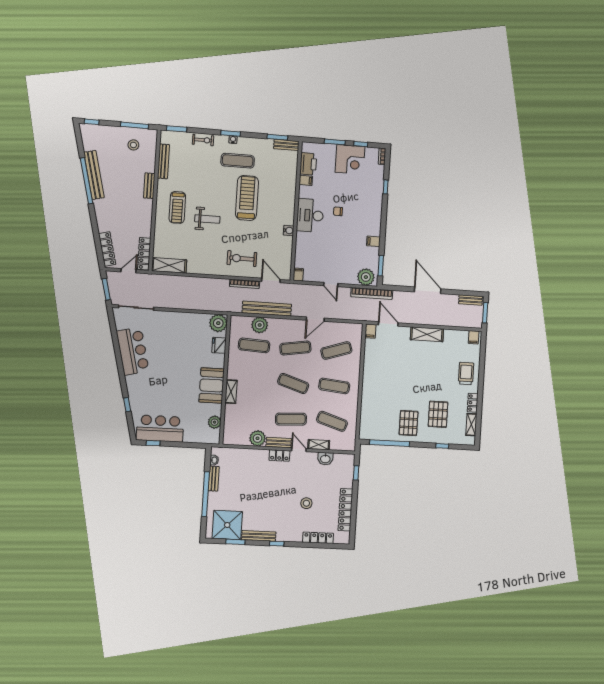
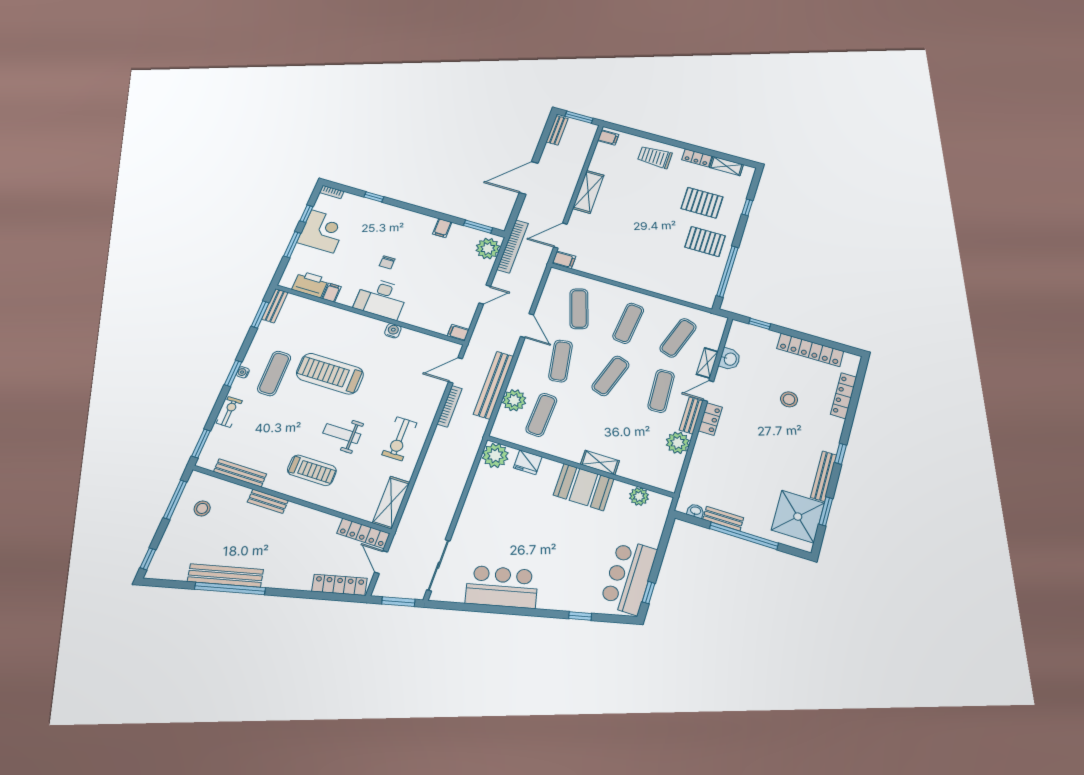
weight bench: (207, 219) -> (342, 434), turned -90
exercise bike: (242, 259) -> (399, 439), moved

